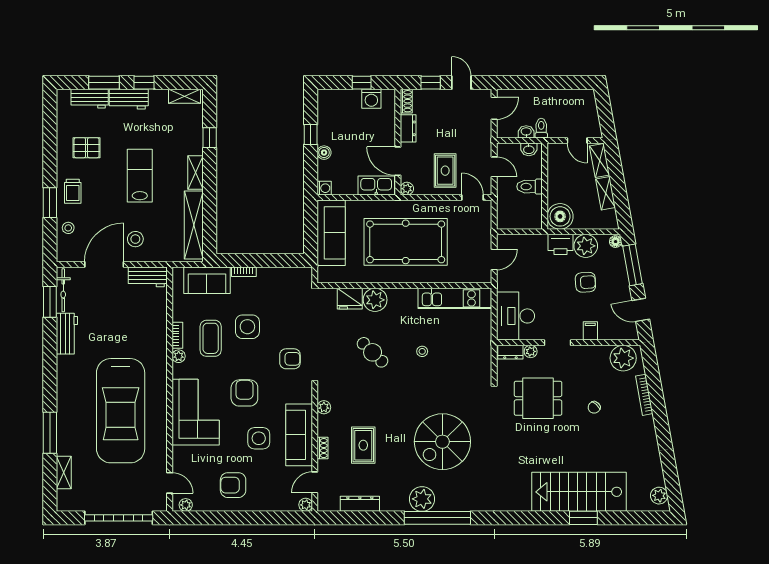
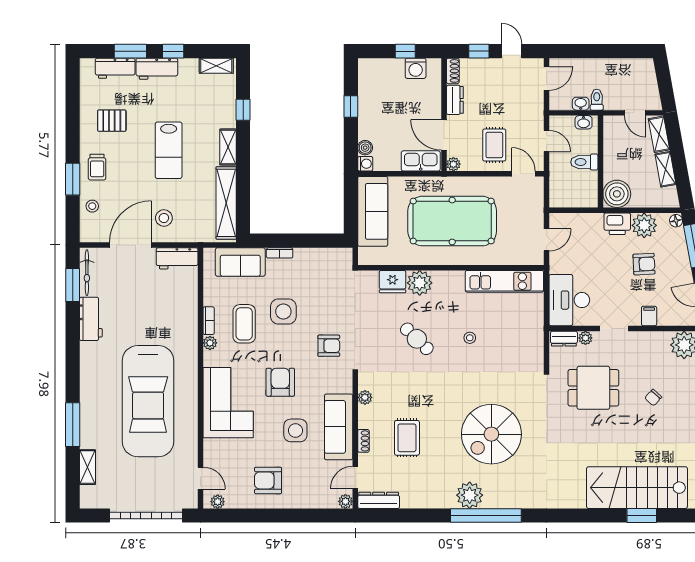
boiler: (324, 153) -> (365, 148), moved
lab bench: (140, 176) -> (169, 150), turned 180
dresser: (360, 504) -> (379, 500), moved

